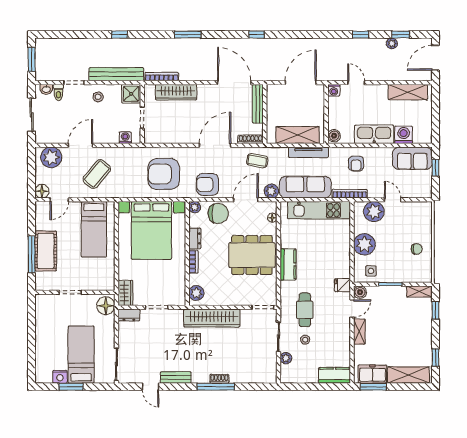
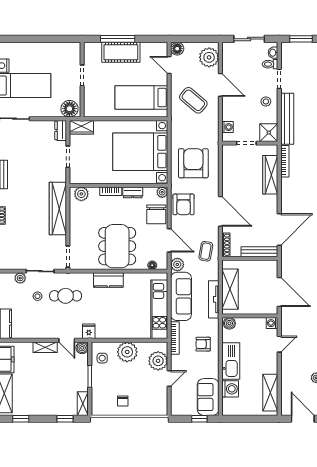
armchair: (208, 184) -> (184, 204), turned 180

